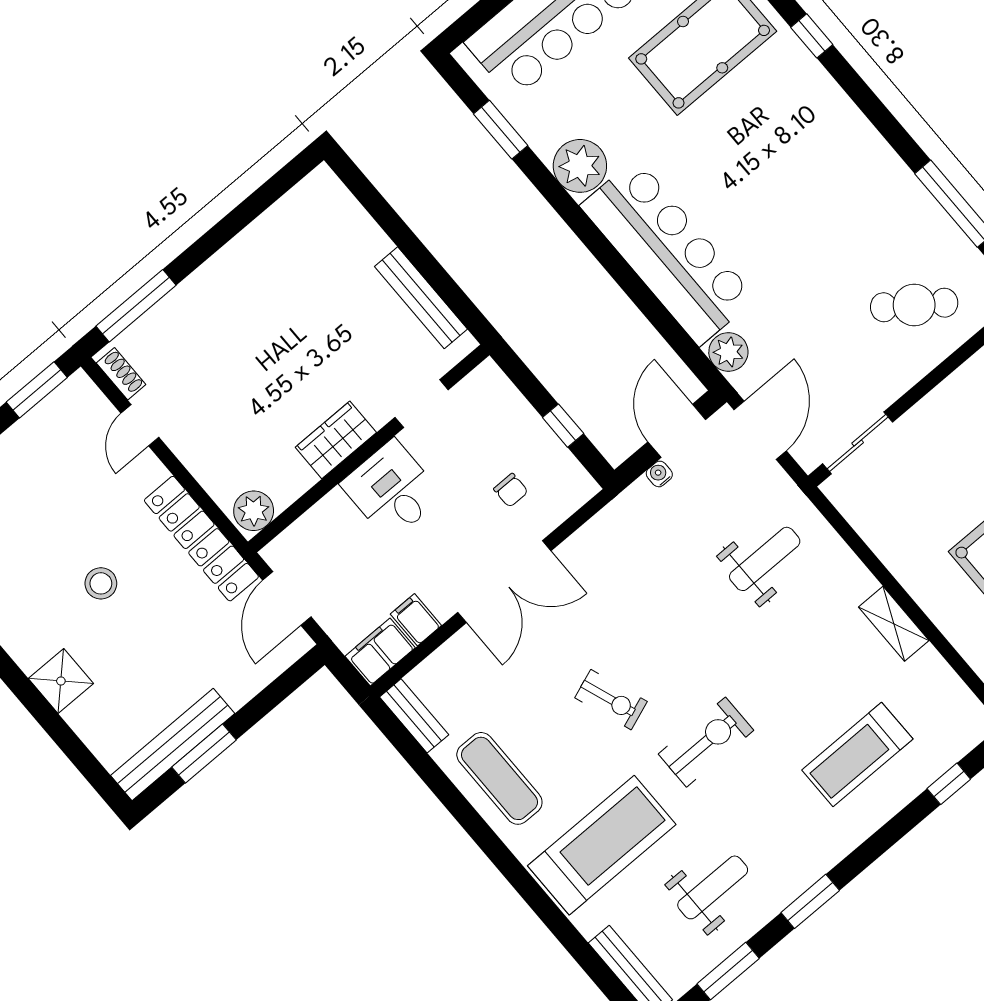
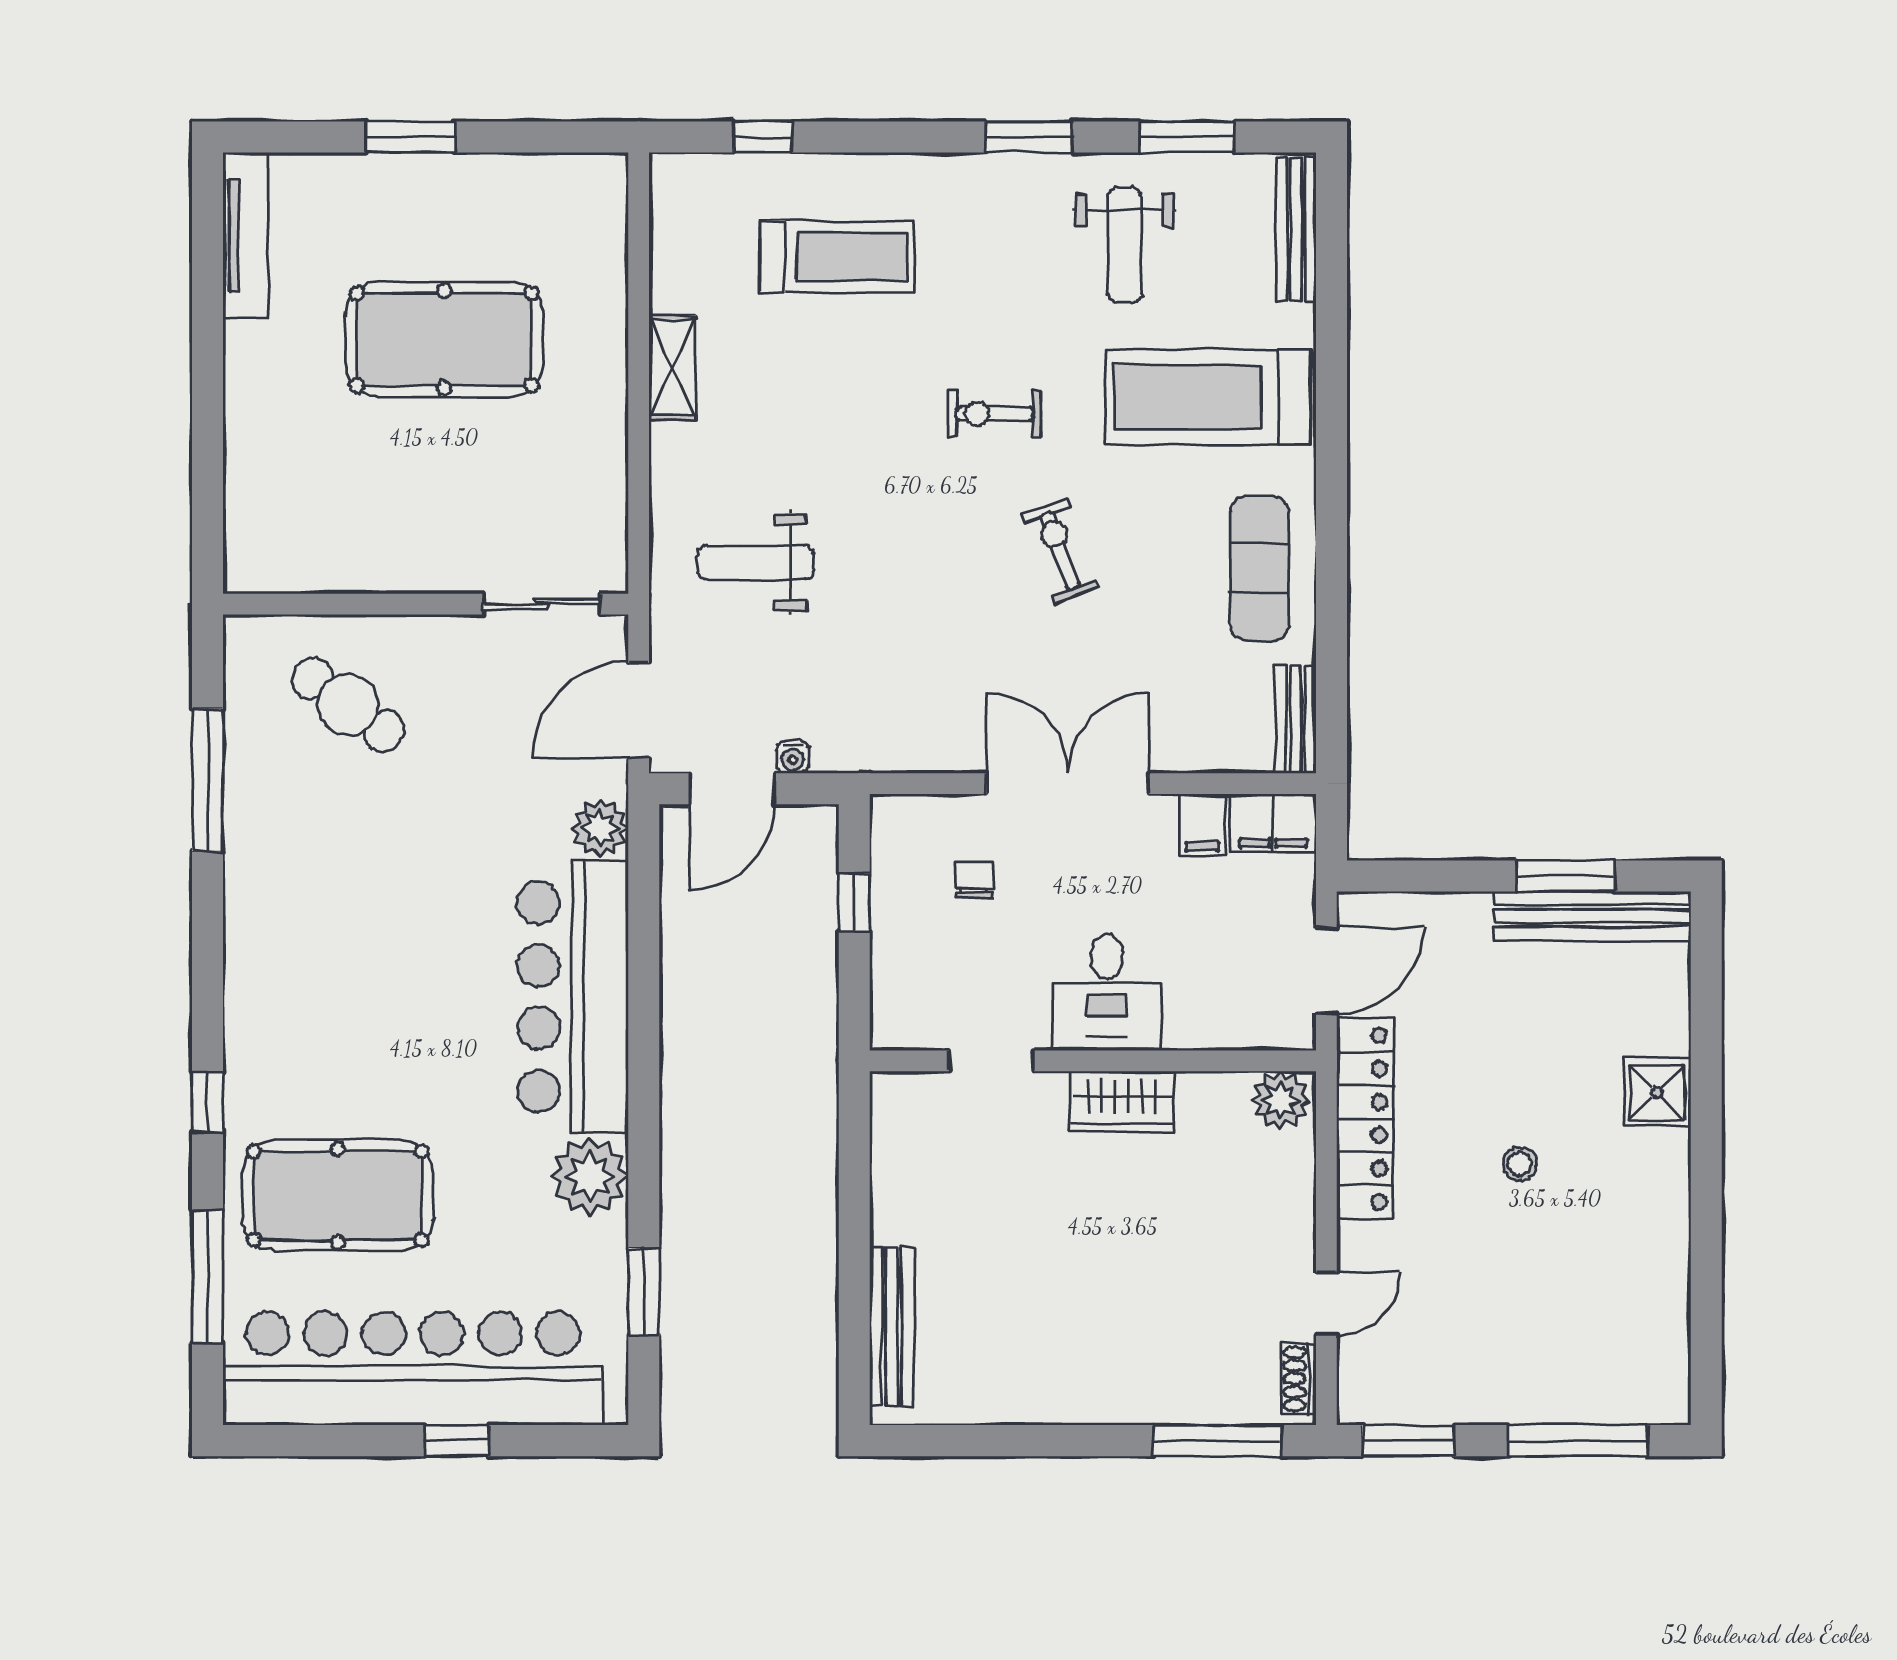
bench: (421, 298) -> (892, 1327), moved
stool: (101, 583) -> (1520, 1164), width x0.73, depth x0.73
exercise bike: (706, 742) -> (994, 414), width x0.73, depth x0.72
weight bench: (713, 887) -> (1124, 245), turned -90

